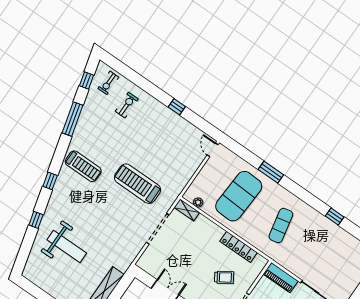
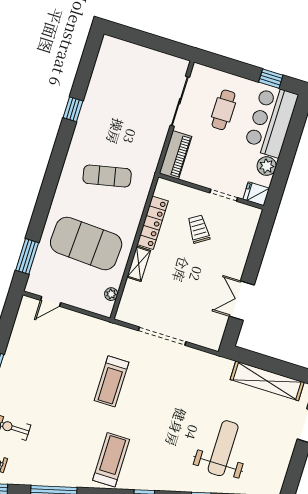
door: (213, 150) -> (51, 301), moved
window: (271, 172) -> (27, 256), moved
treadmill: (137, 184) -> (112, 381), width x0.73, depth x0.73
shelving: (187, 210) -> (139, 264), moved

